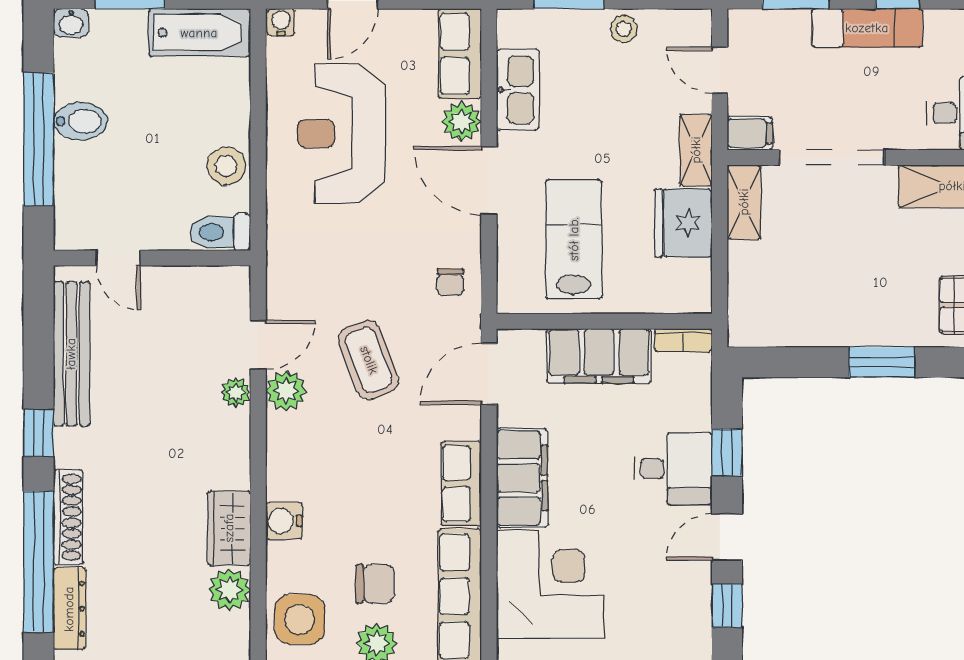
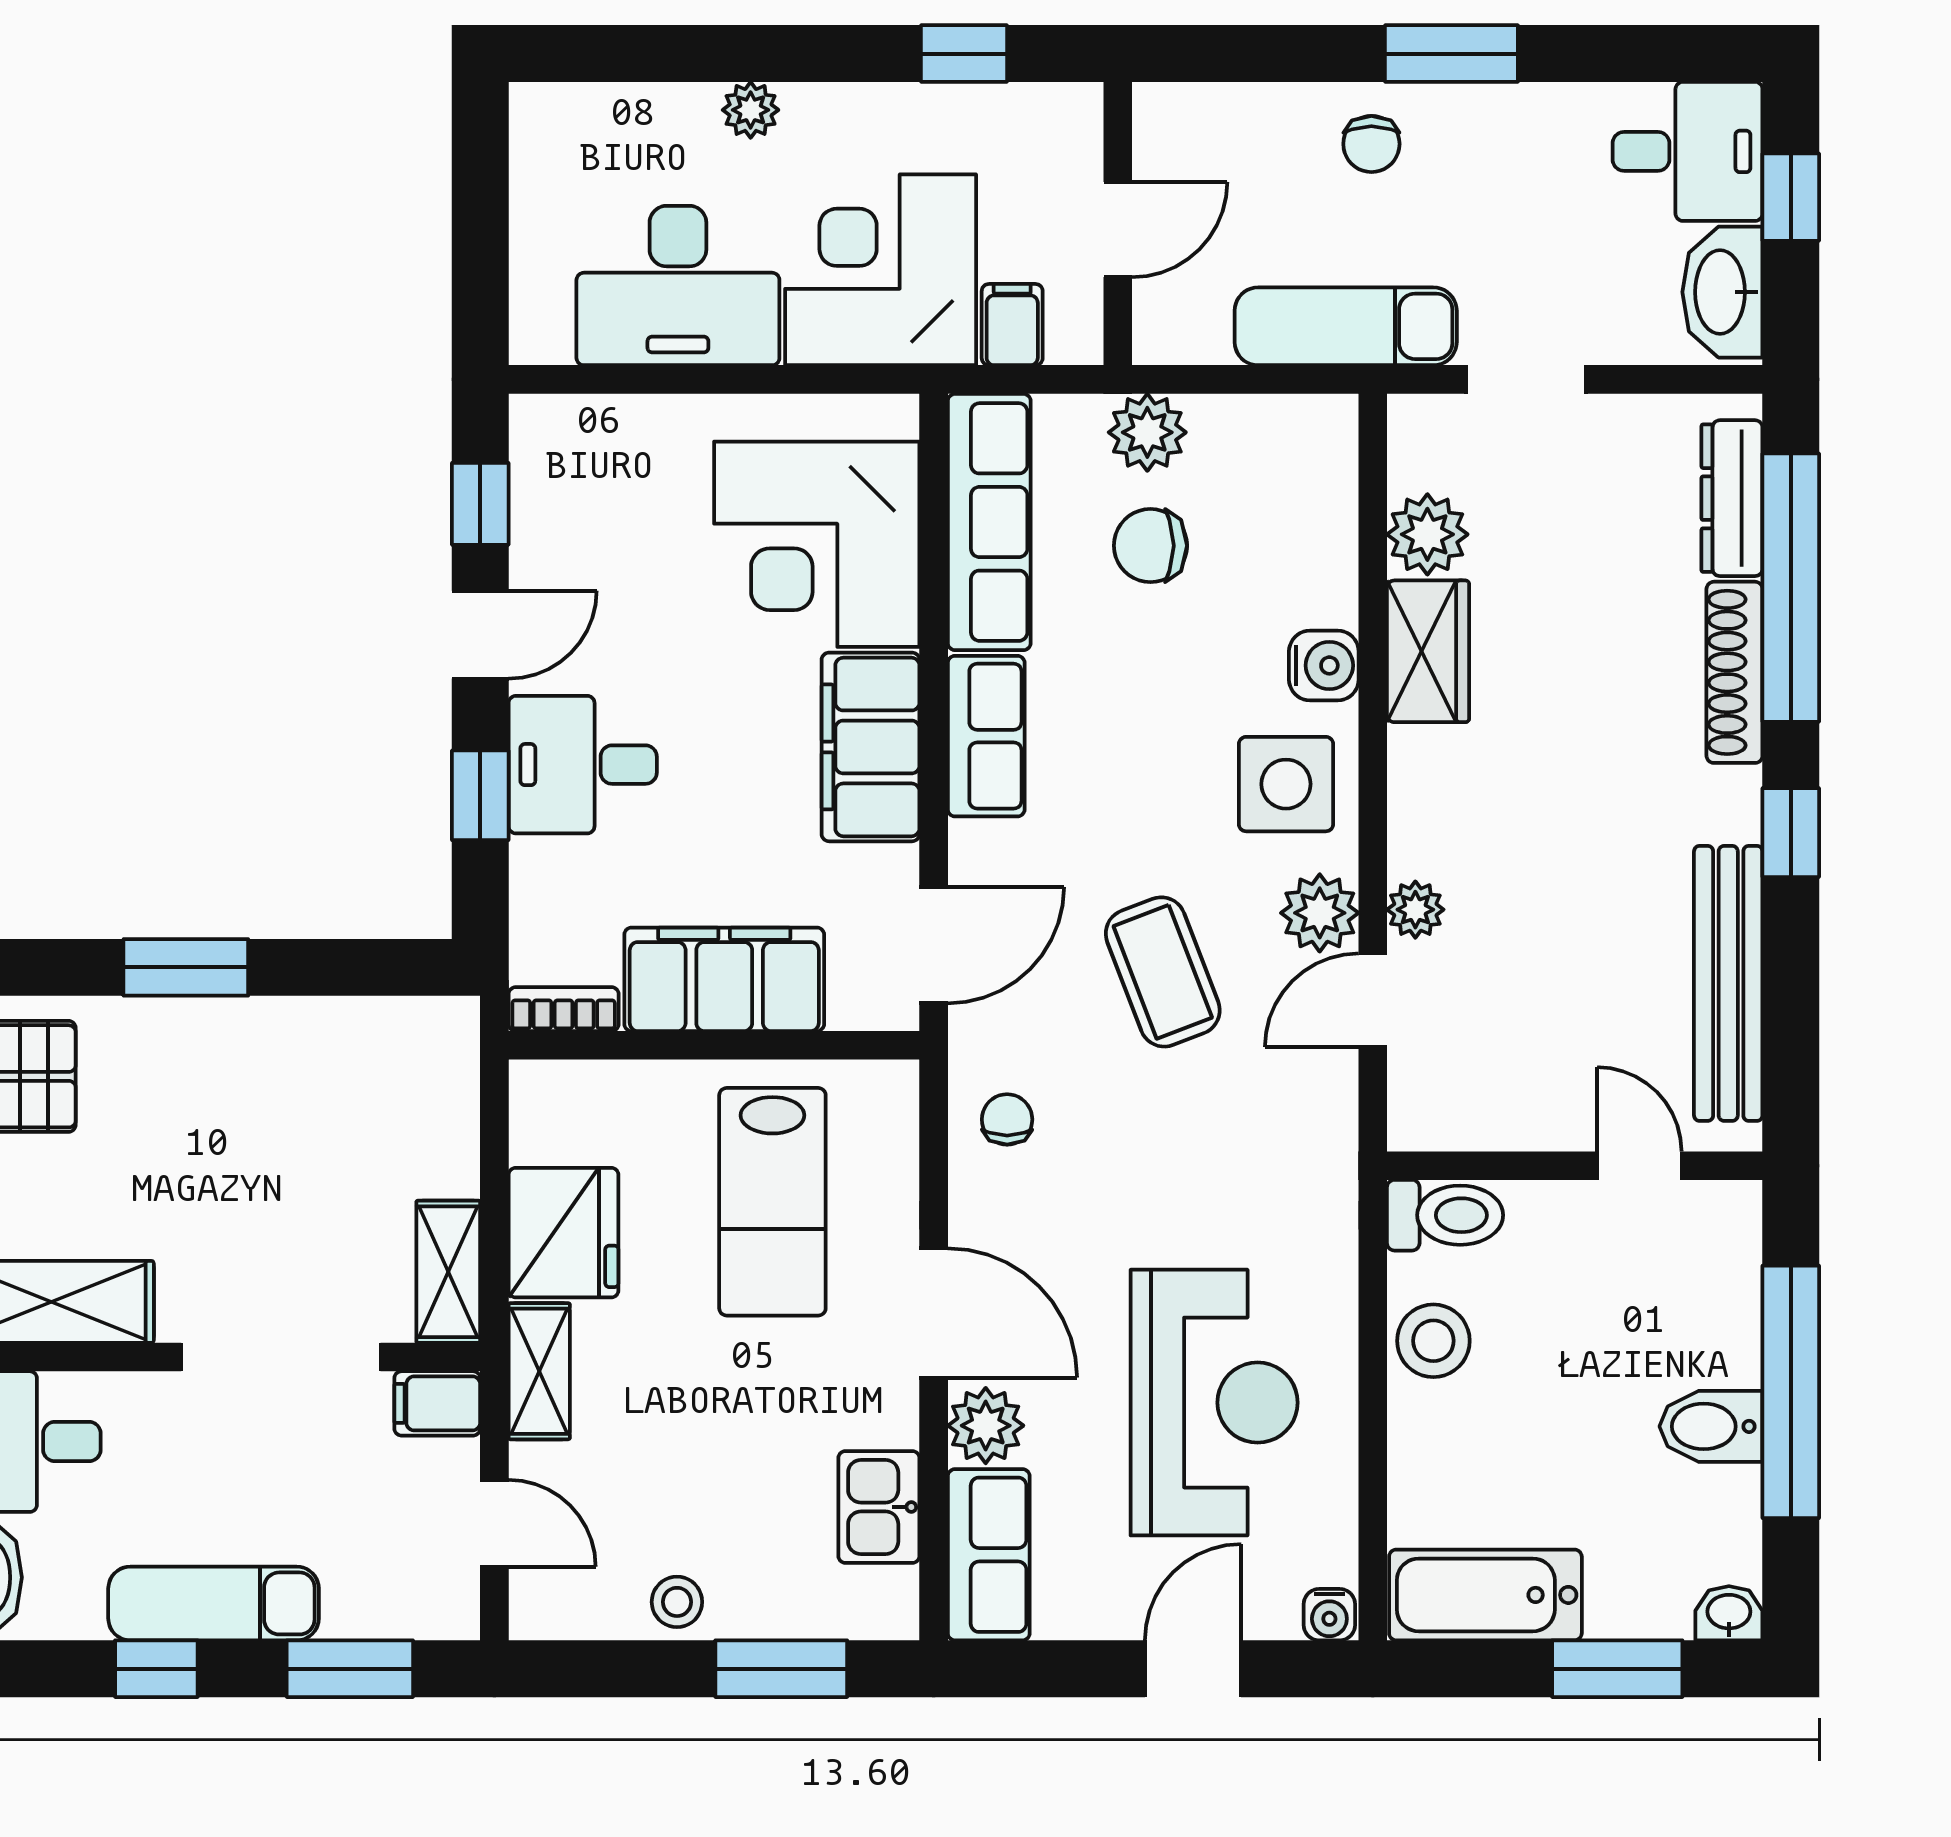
kitchen sink: (518, 90) -> (879, 1507), width x0.73
side table: (300, 619) -> (1286, 784), moved

